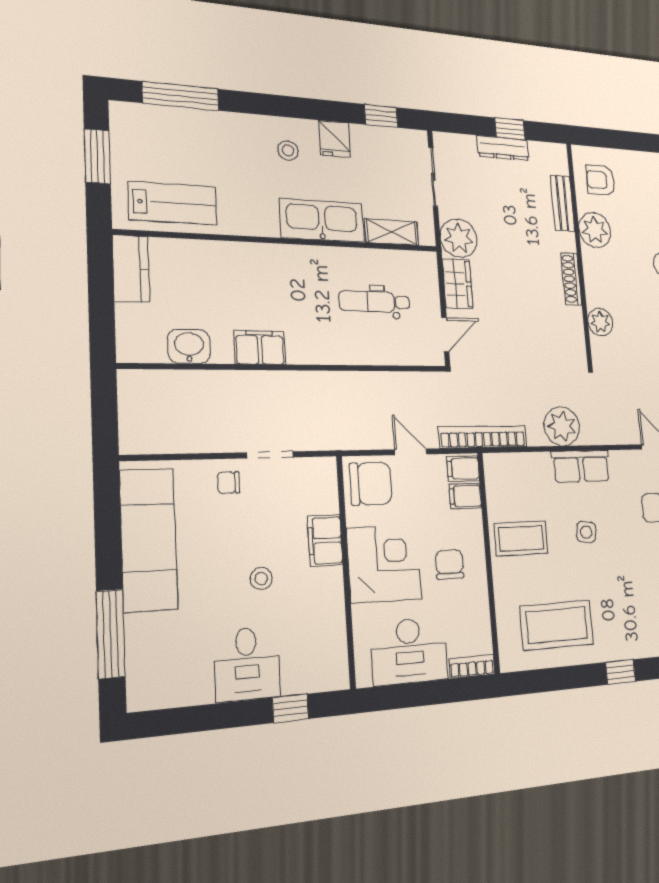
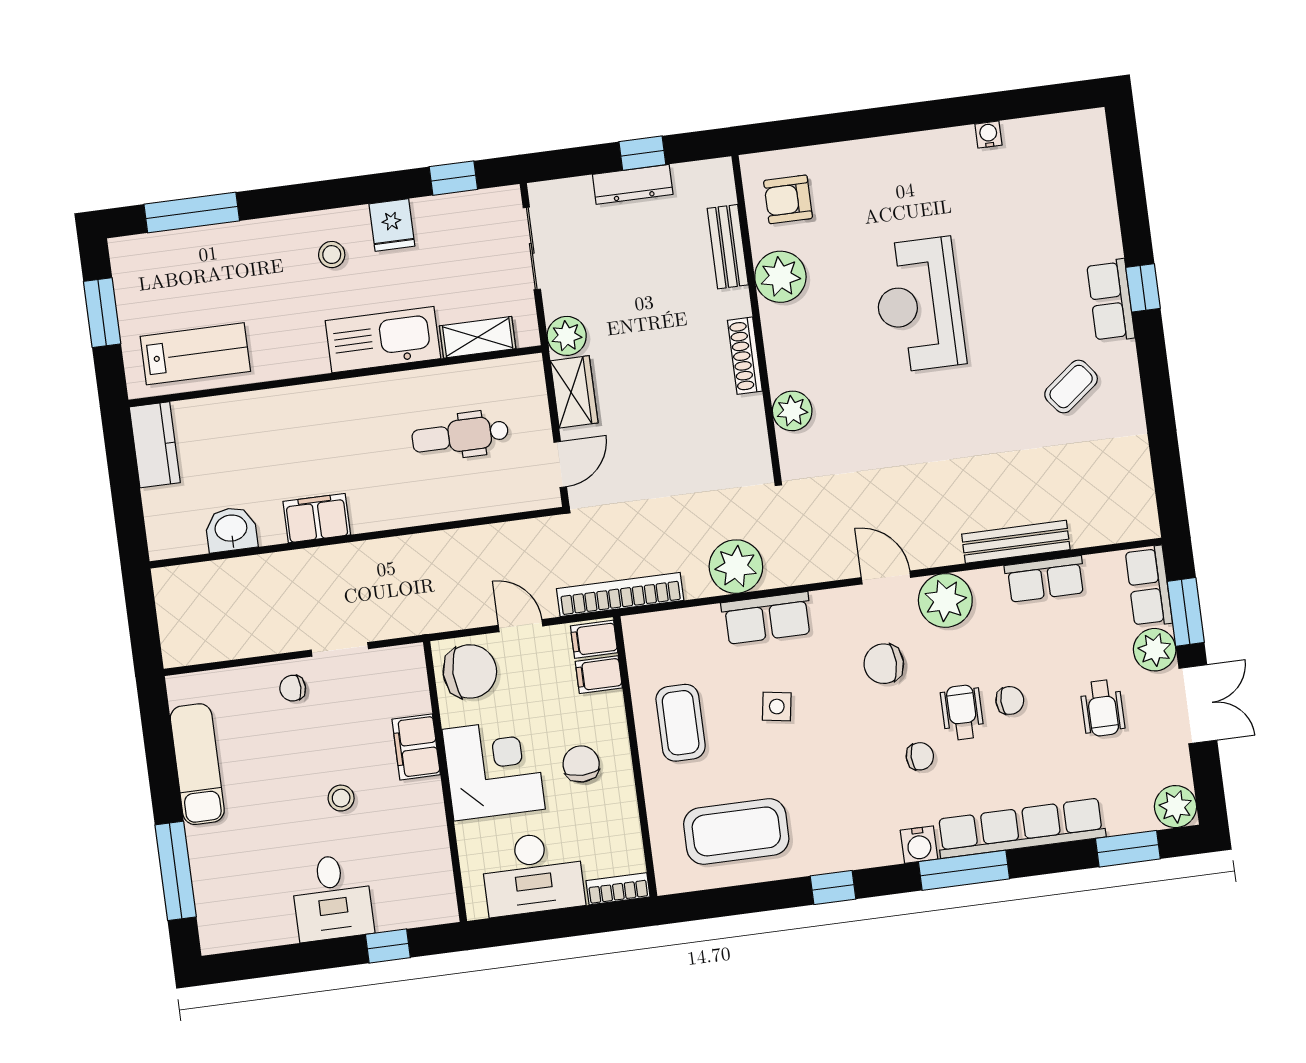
plant: (459, 238) -> (567, 336), width x0.73, depth x0.73
coffee table: (521, 538) -> (681, 723), turned 90
exam couch: (149, 540) -> (197, 764), width x0.73, depth x0.69

